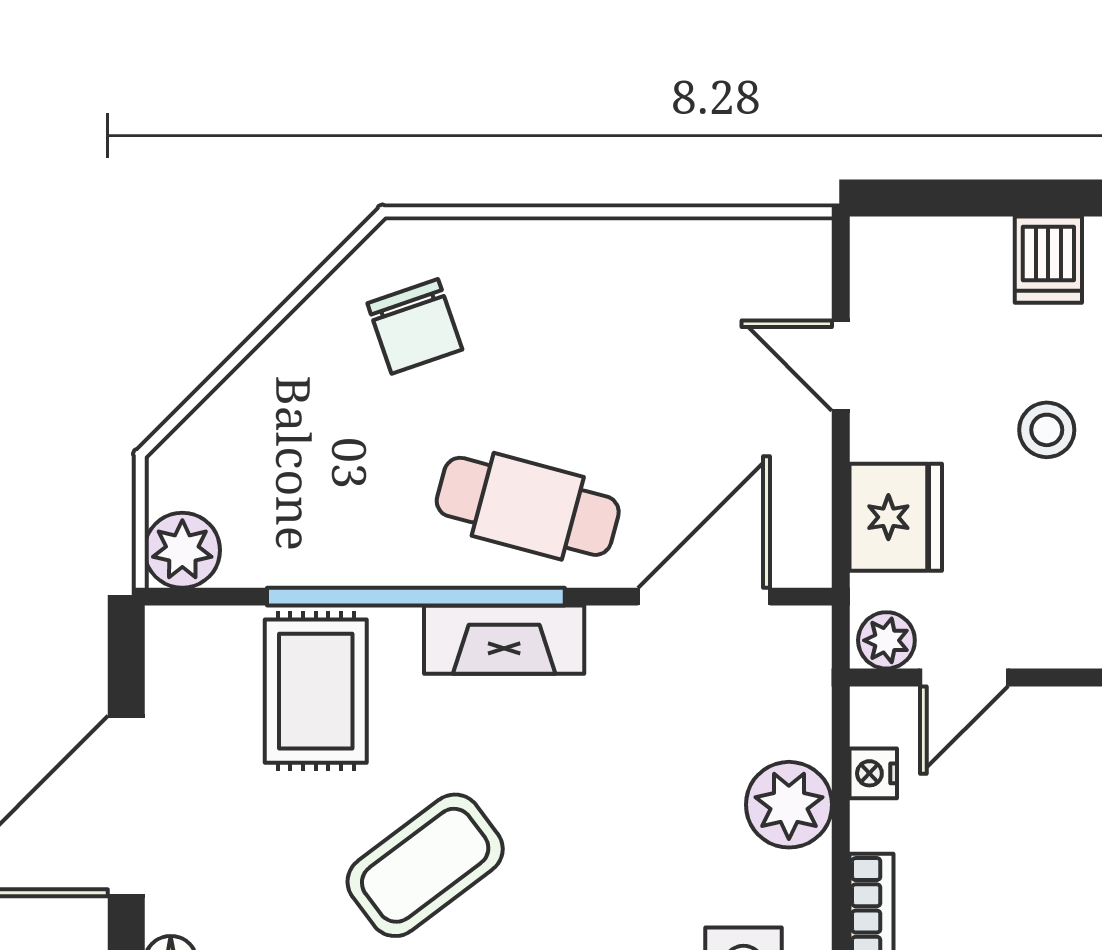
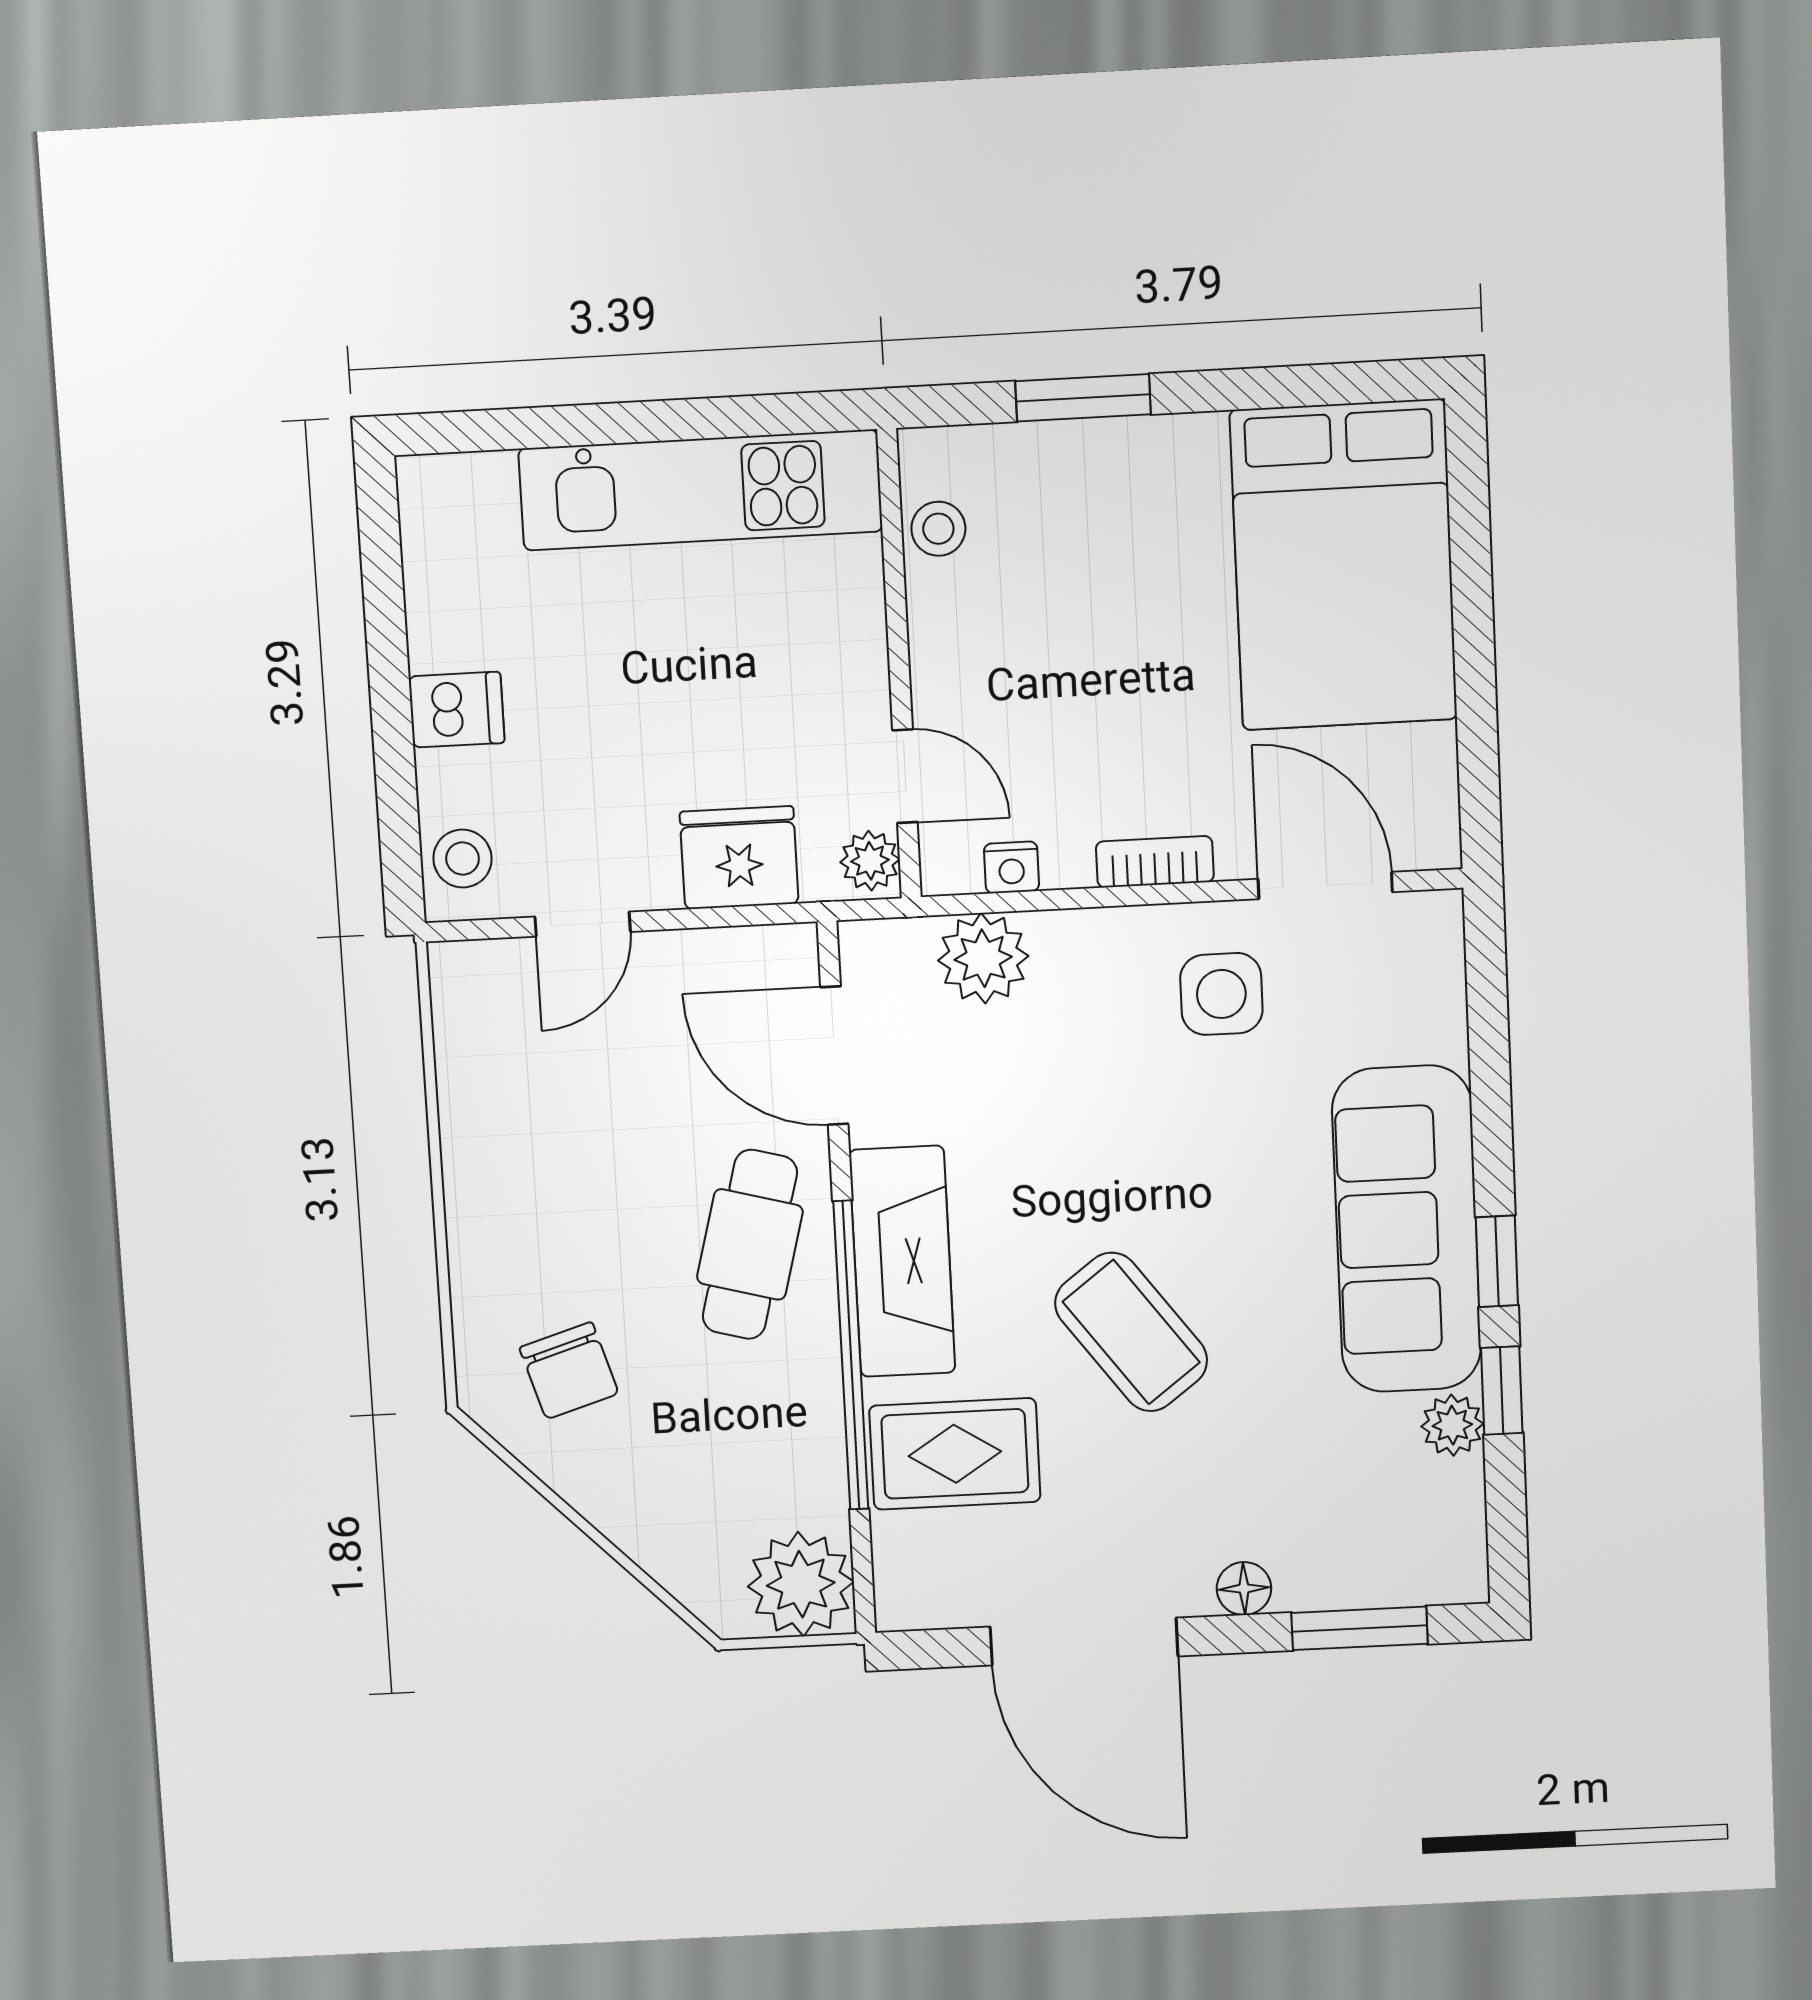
chair: (415, 326) -> (569, 1371), turned 92
stool: (1047, 430) -> (463, 859), moved
plant: (182, 550) -> (801, 1584), width x1.36, depth x1.36
fireplace: (504, 640) -> (902, 1261), width x1.37, depth x1.32
plant: (789, 805) -> (983, 958), moved

